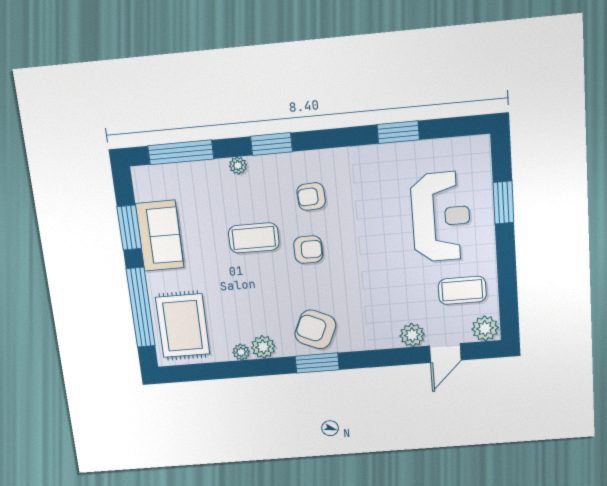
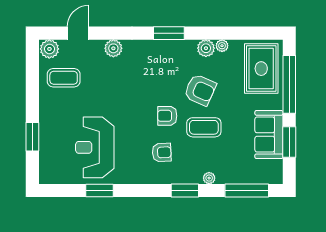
reception desk: (441, 217) -> (95, 147), moved
armchair: (315, 329) -> (200, 90), moved
plant: (412, 335) -> (113, 48), moved

